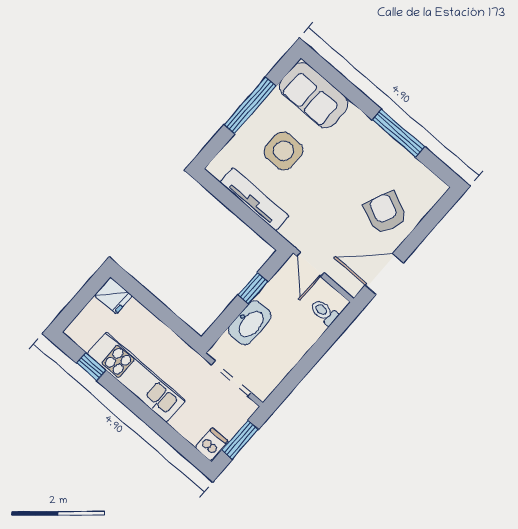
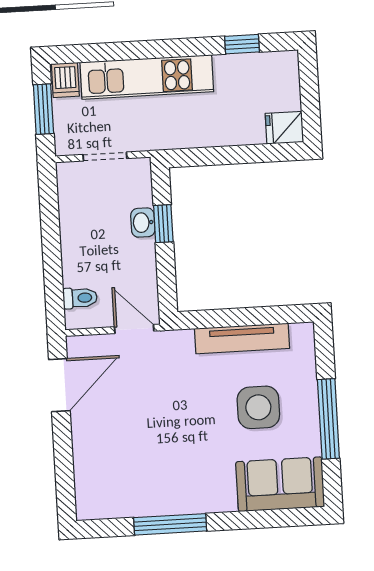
armchair: (385, 213) -> (112, 441), removed
window: (253, 288) -> (163, 224), moved
washbasin: (250, 323) -> (143, 223), width x0.52, depth x0.69
kitchen unit: (136, 377) -> (147, 77), moved
doorway: (231, 379) -> (105, 157), width x0.73

